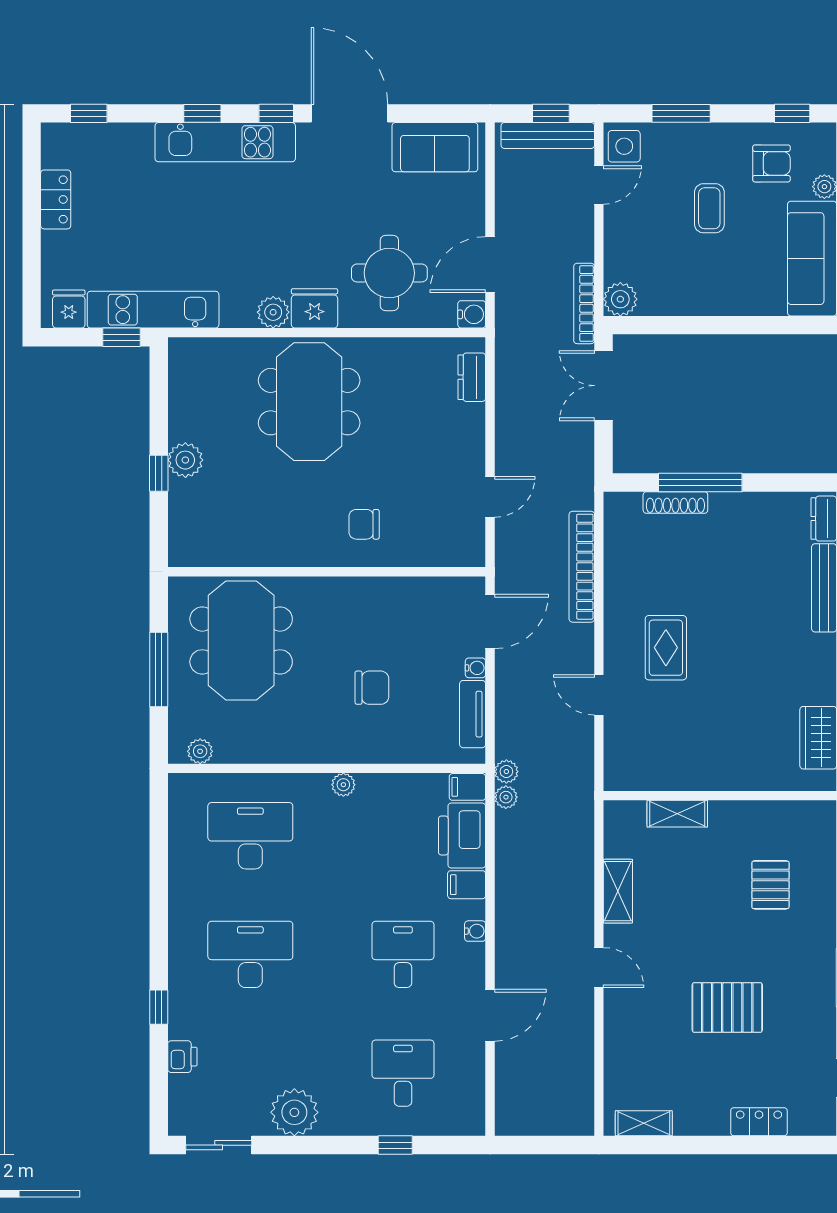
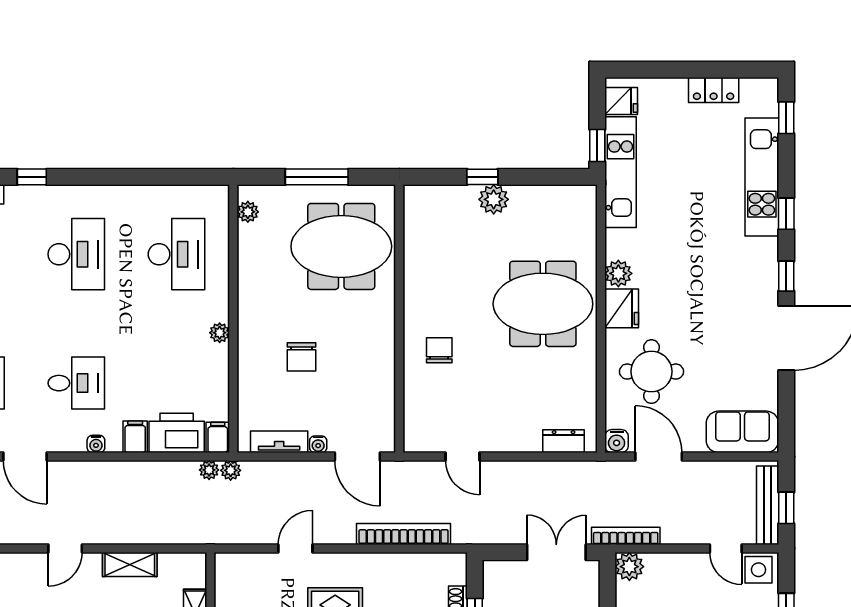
kitchen unit: (225, 142) -> (762, 177), moved
sofa: (435, 147) -> (742, 432), moved, turned 90

